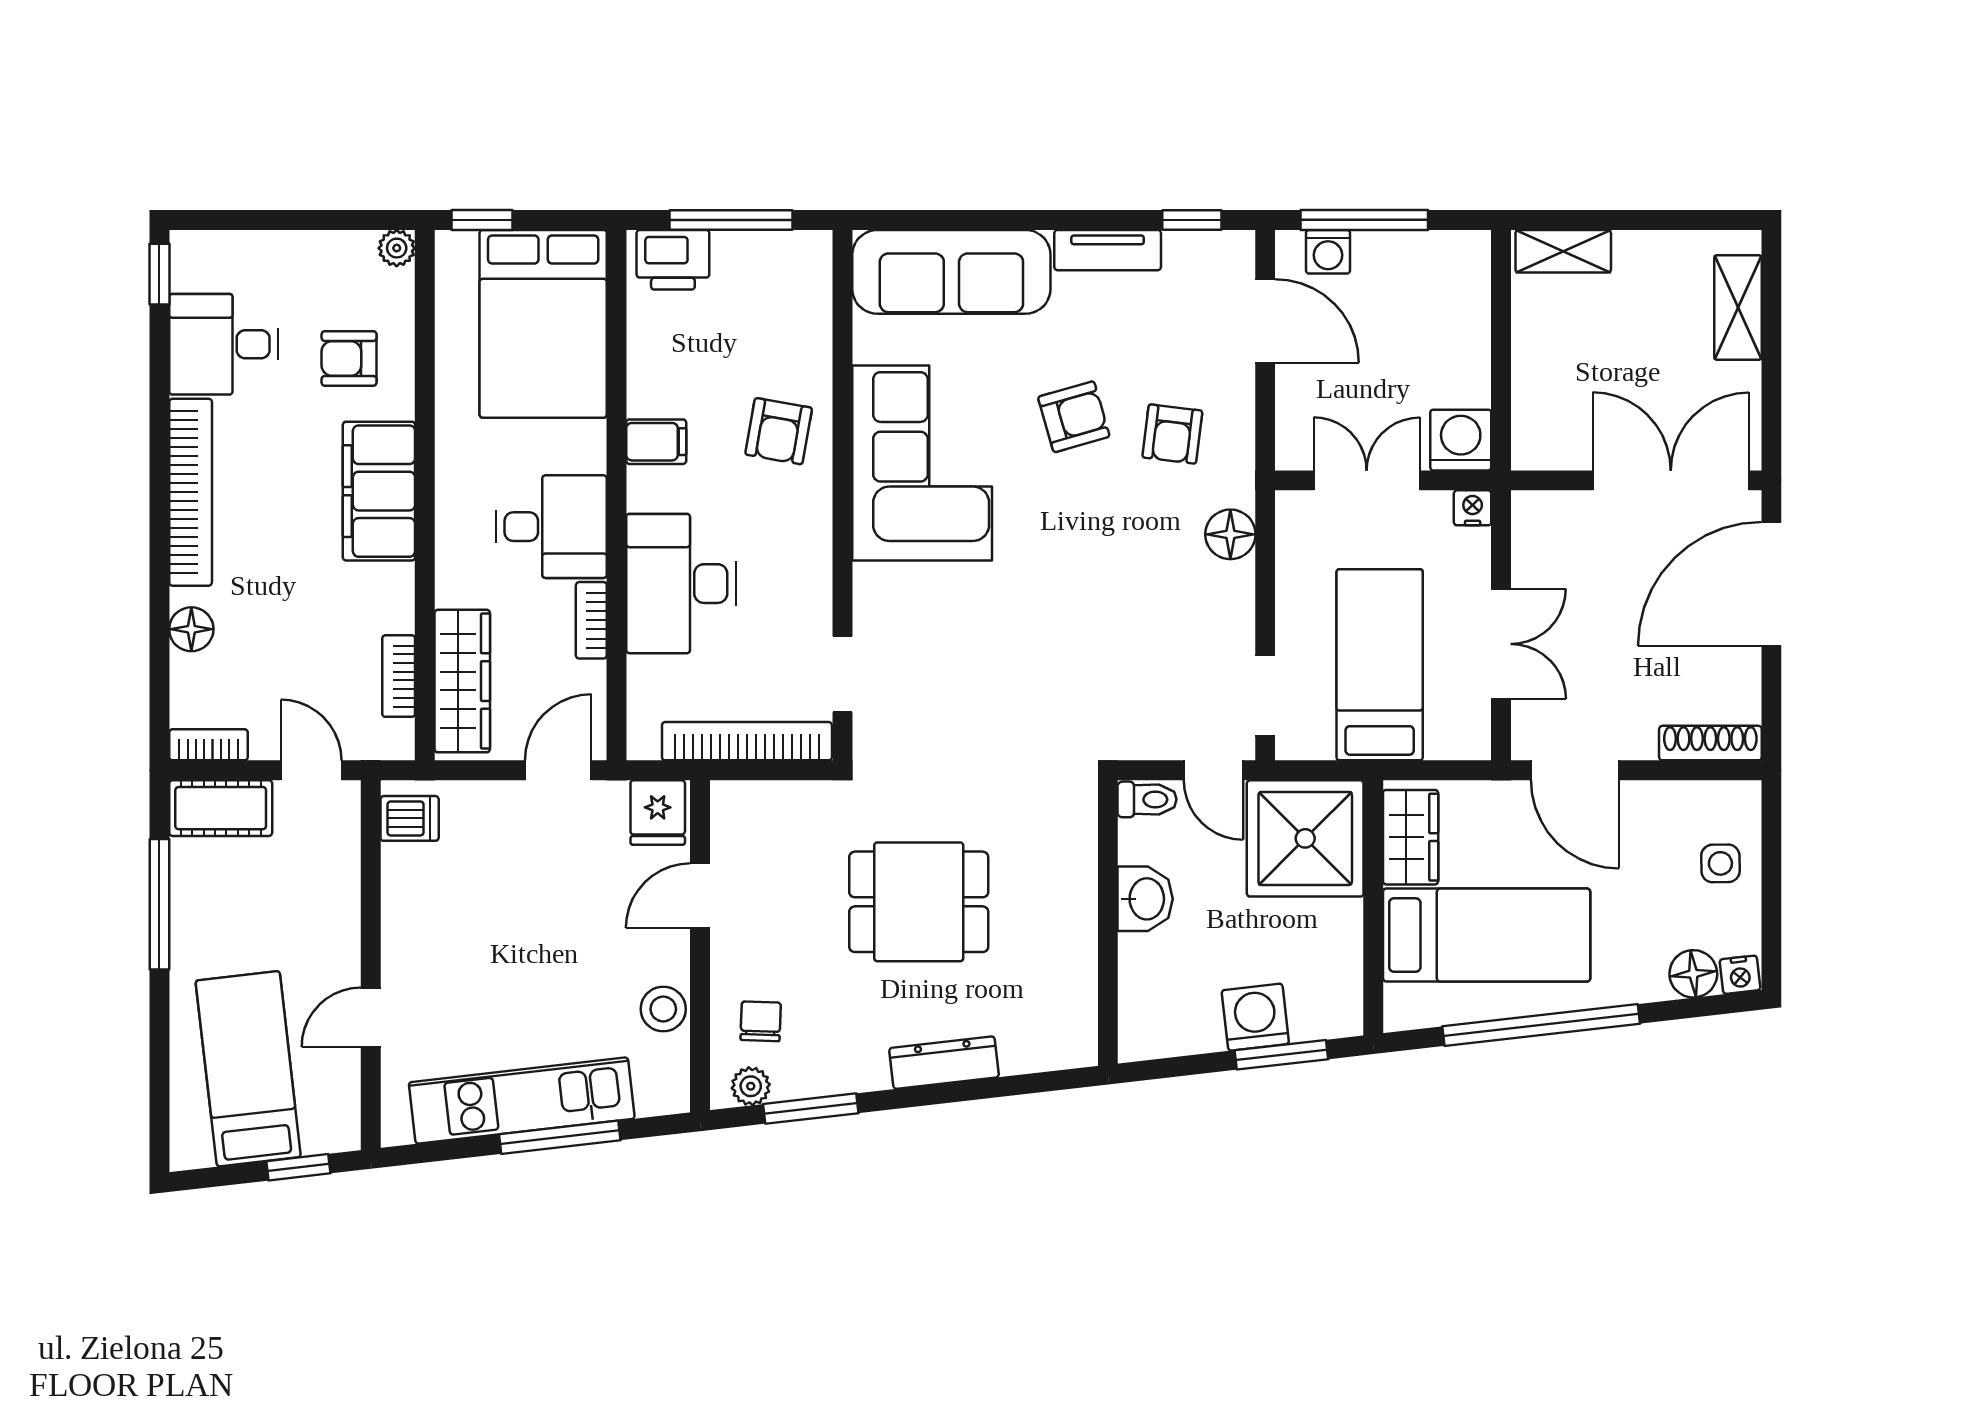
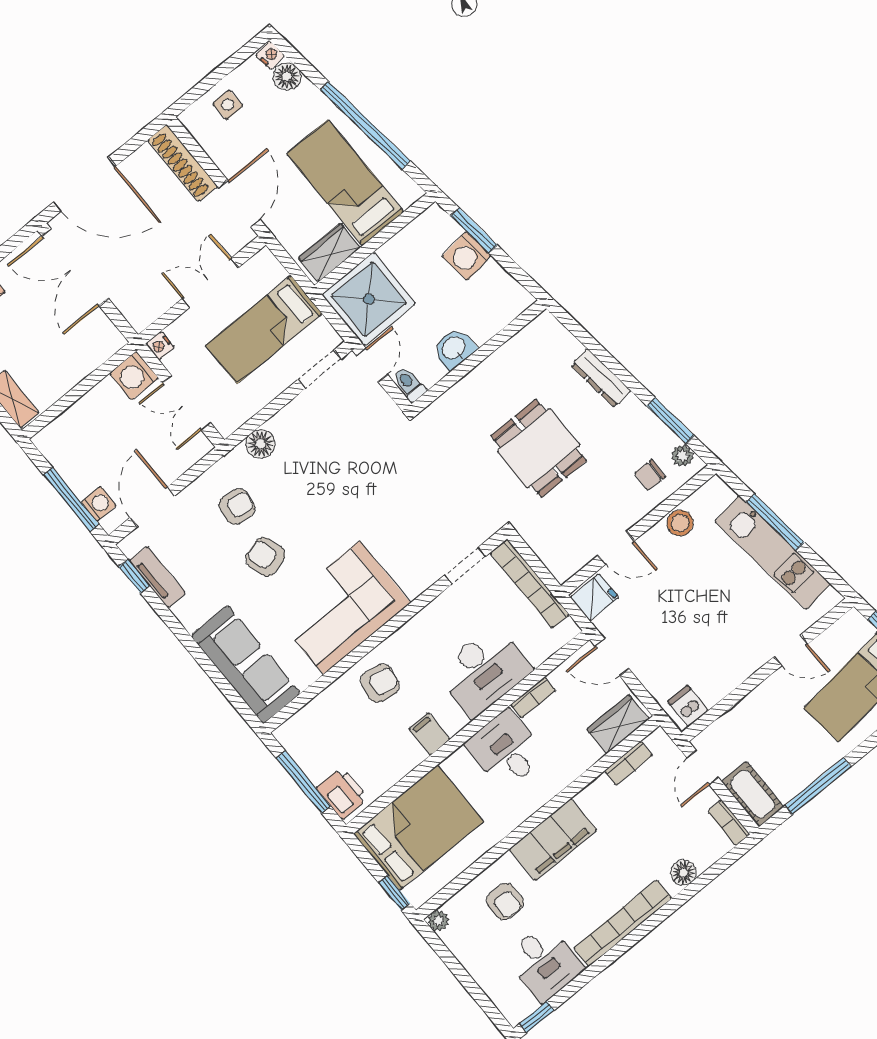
tv unit: (1108, 250) -> (157, 577), moved
wardrobe: (462, 681) -> (618, 724), width x0.67
shoe rack: (1710, 743) -> (183, 163), width x1.36, depth x1.24

